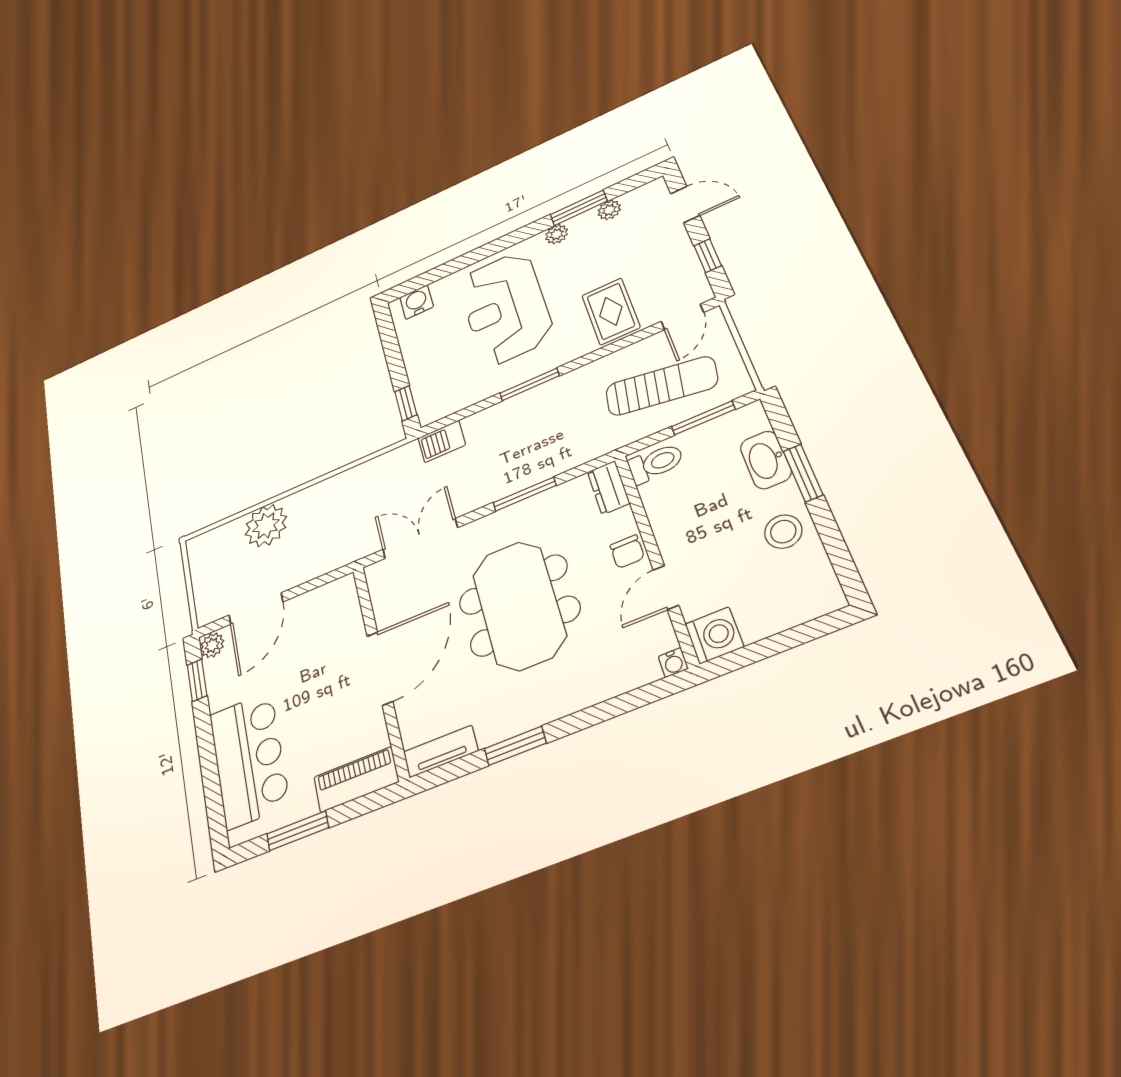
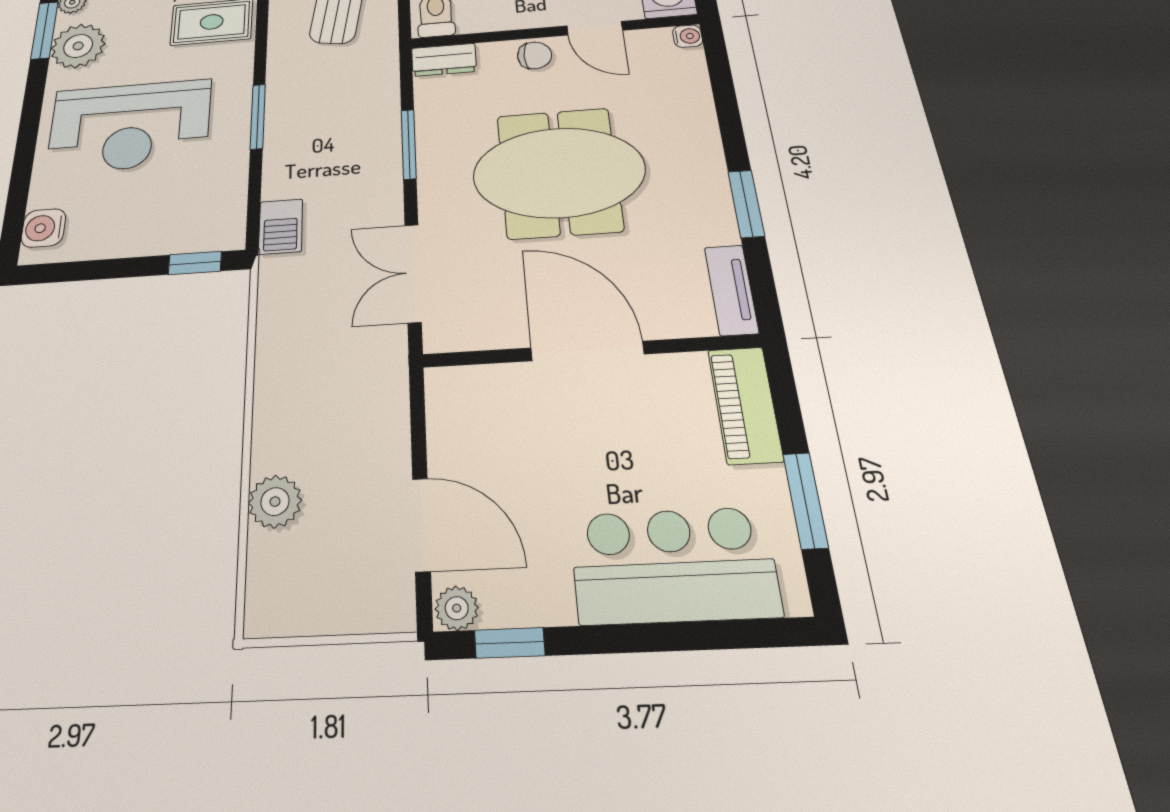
plant: (557, 234) -> (78, 46), width x1.88, depth x1.88
plant: (266, 526) -> (275, 502), width x0.73, depth x0.73

